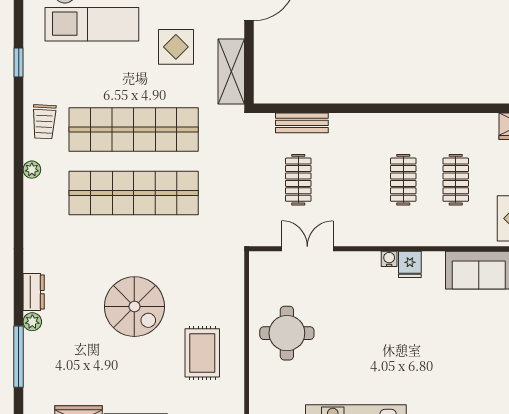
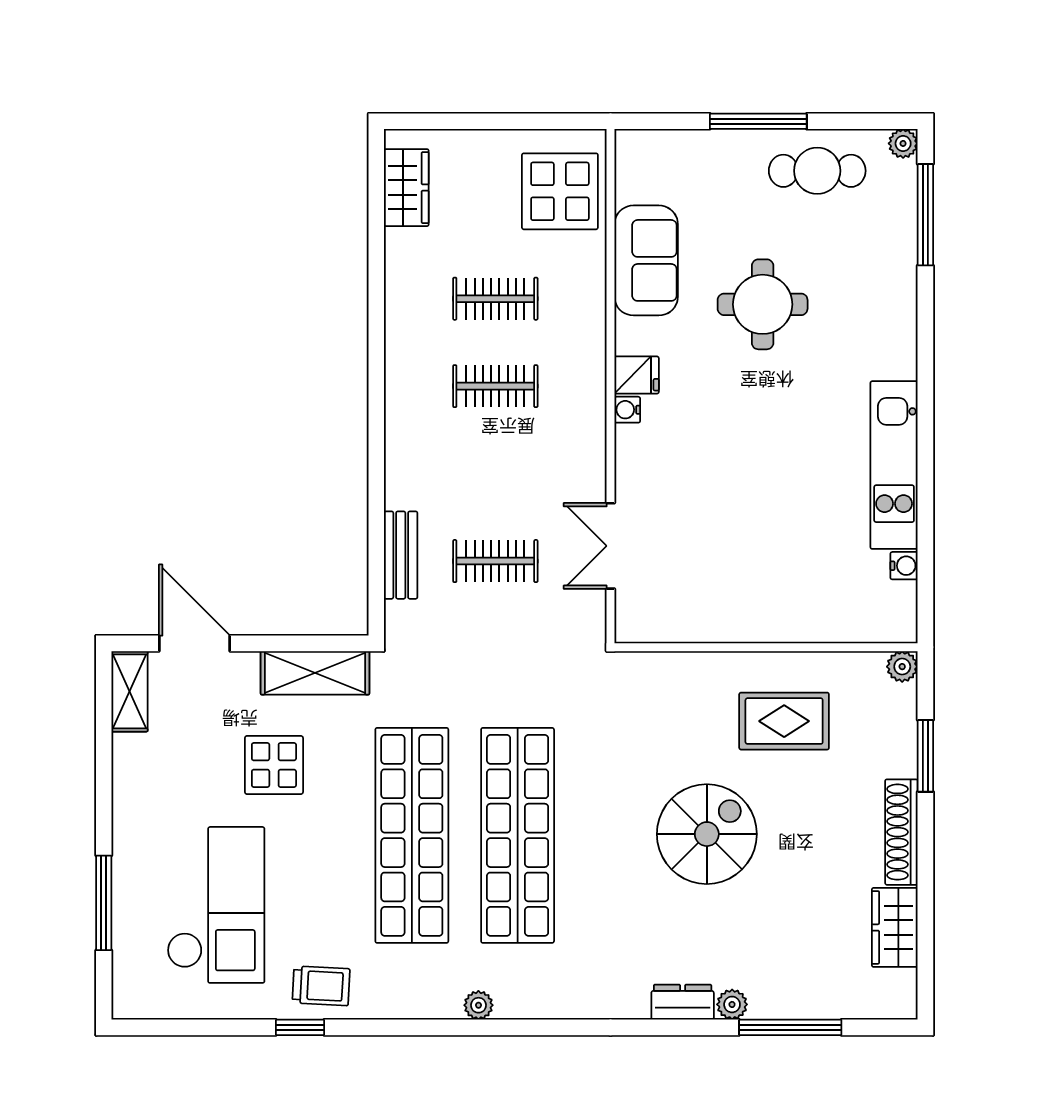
trolley: (44, 122) -> (321, 986), moved
round table: (287, 333) -> (763, 304), moved

